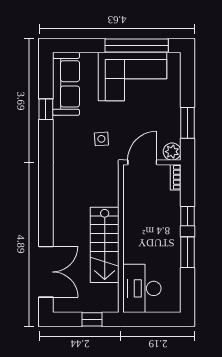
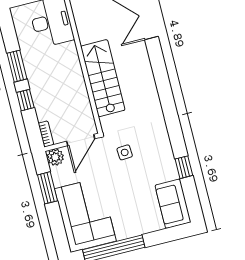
corner sofa: (133, 77) -> (85, 215), moved, turned 90
sofa: (66, 84) -> (173, 204), width x0.73
stairs: (105, 245) -> (103, 78), moved

